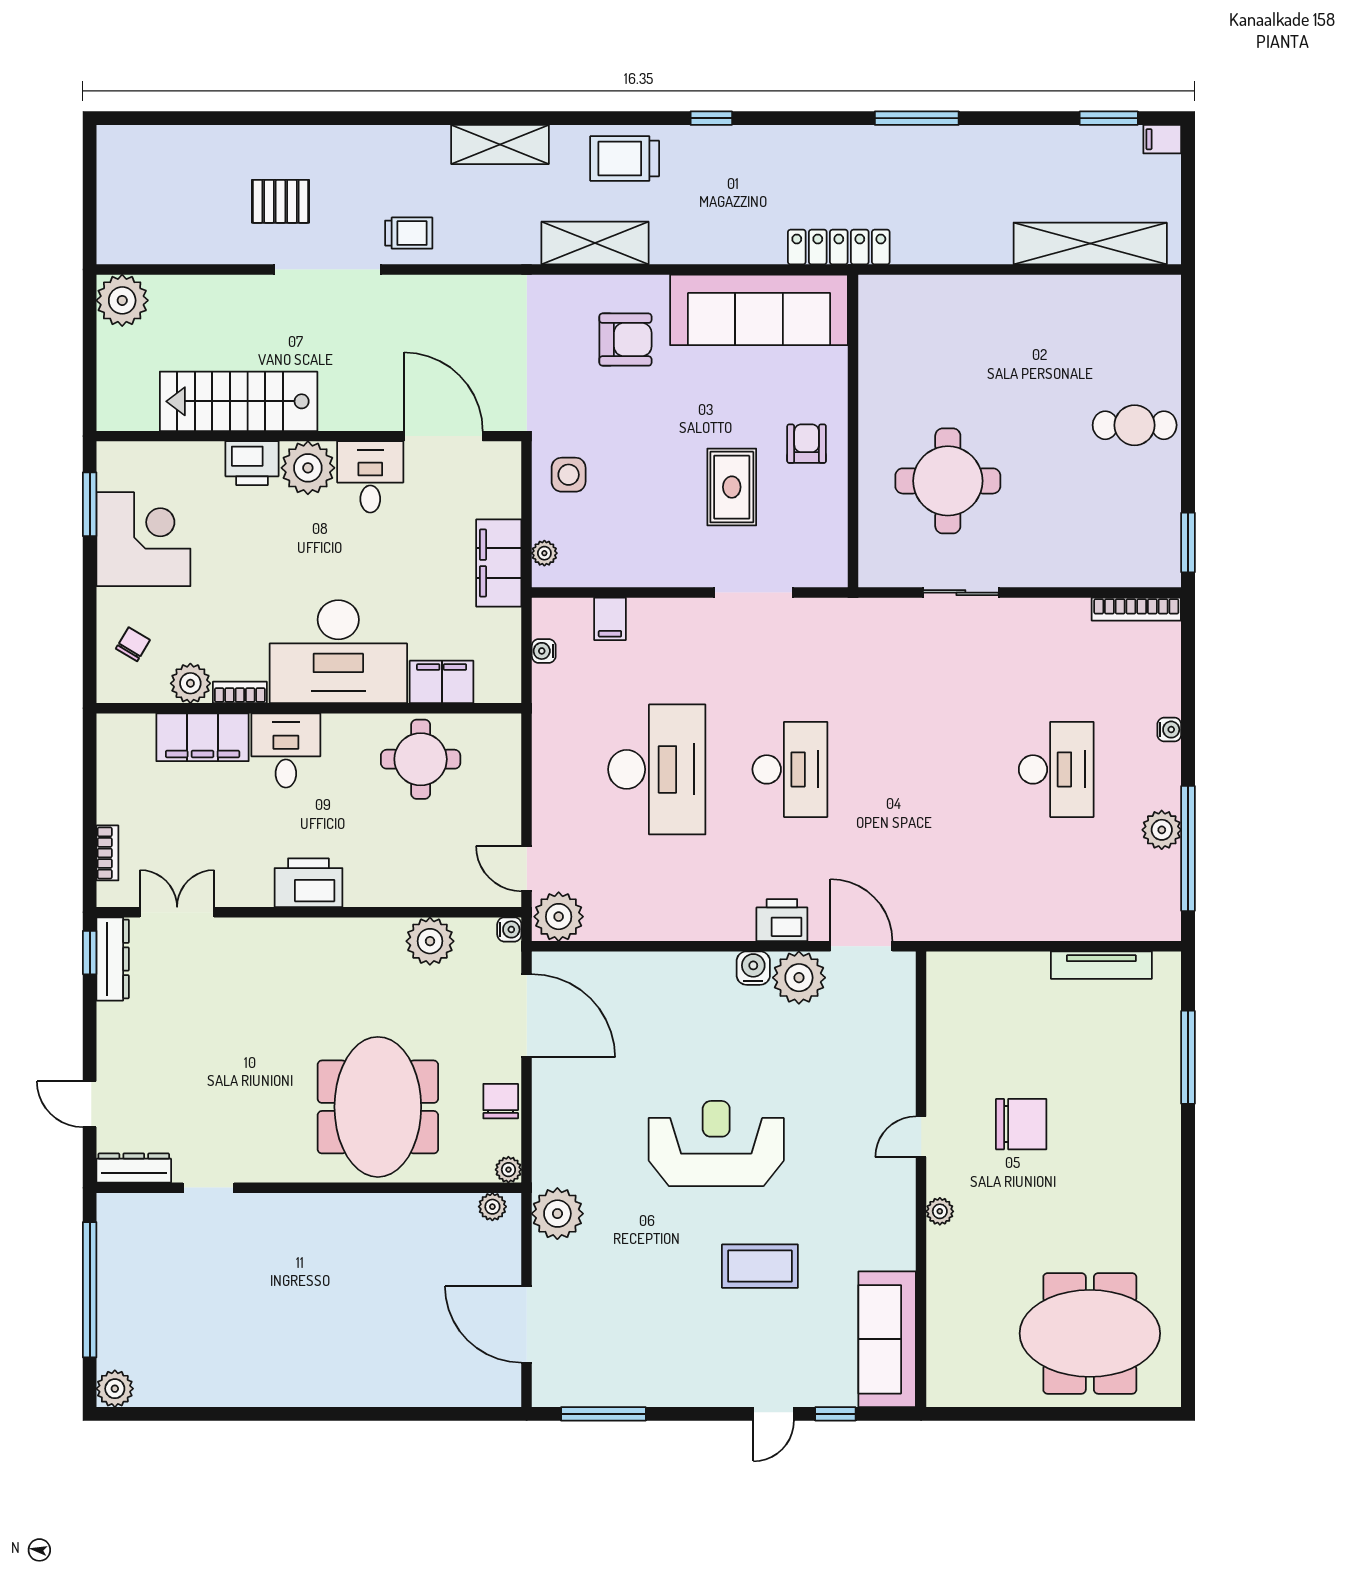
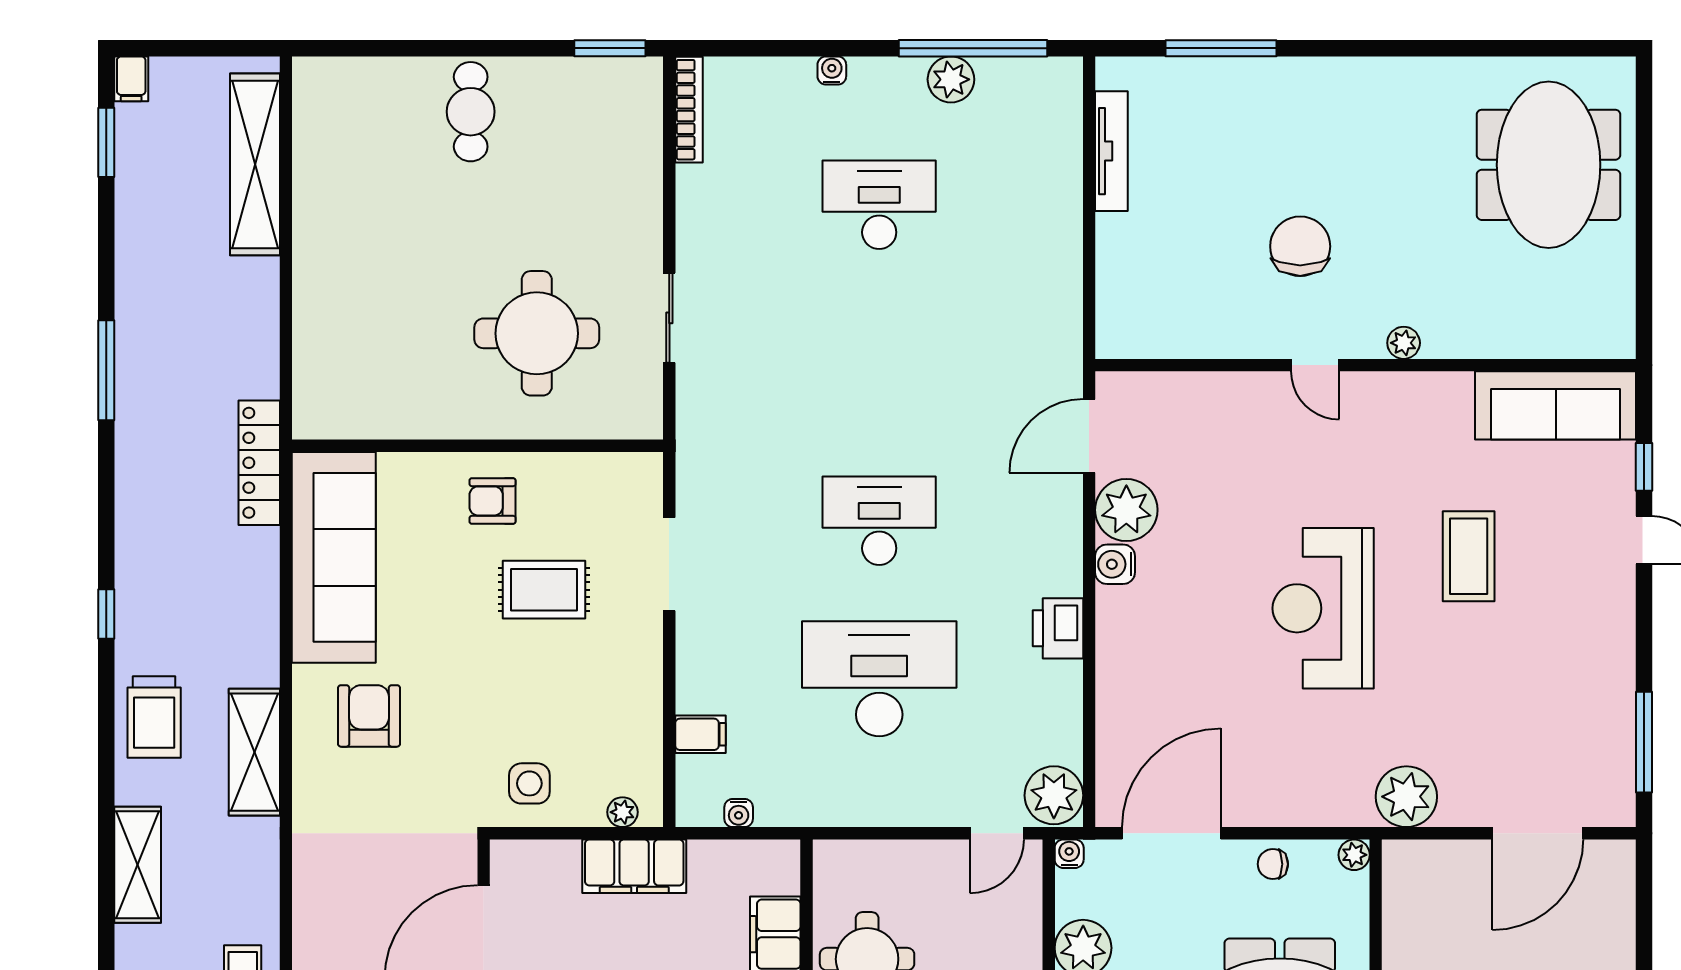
printer: (782, 920) -> (1058, 628), moved
chair: (501, 1101) -> (1273, 864), width x0.73, depth x0.73
plant: (492, 1207) -> (1398, 874), removed

